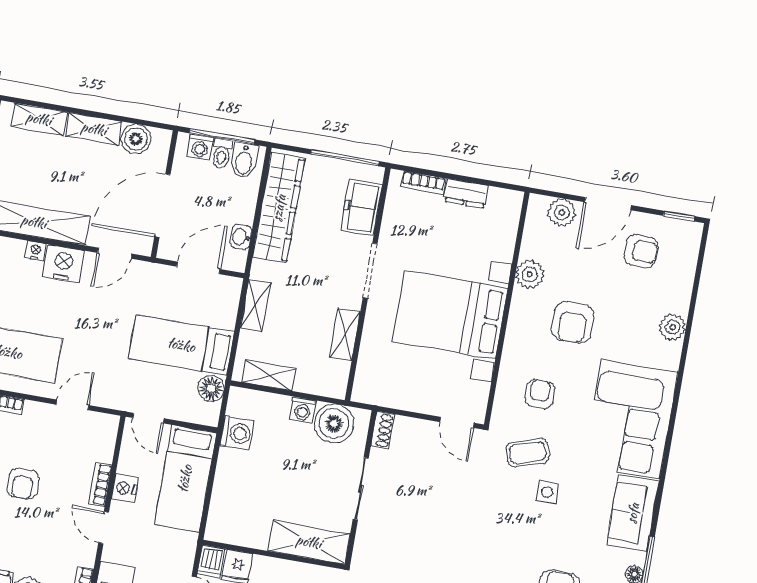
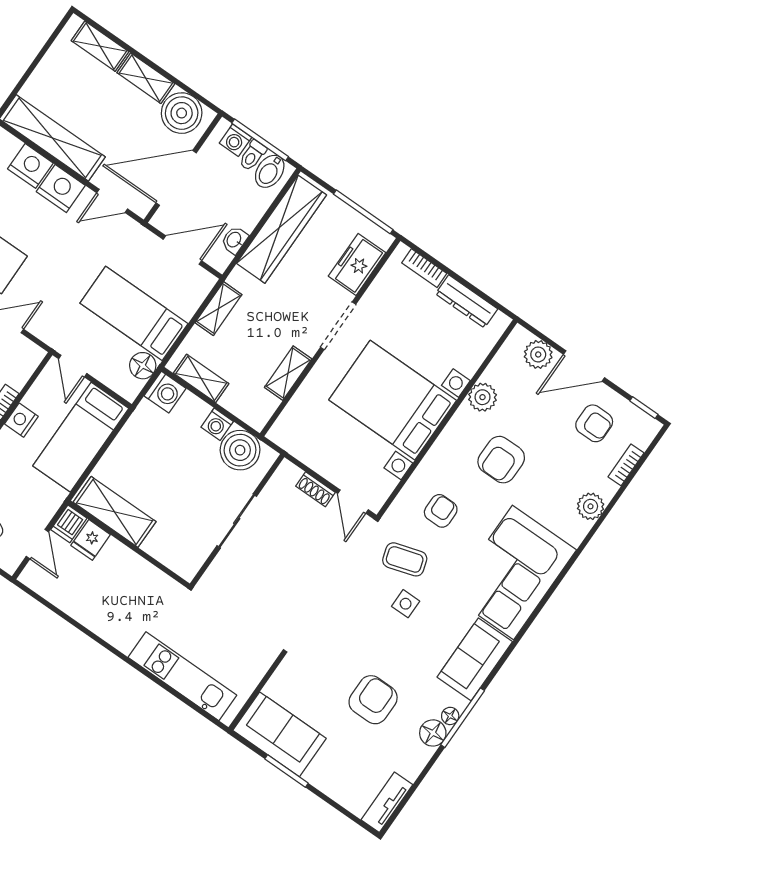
boiler: (136, 139) -> (182, 113), width x1.37, depth x1.37
dresser: (466, 193) -> (467, 301), width x1.44
nightstand: (36, 251) -> (30, 166), width x1.89, depth x1.79
bookcase: (687, 275) -> (626, 465), added
shoe rack: (382, 430) -> (315, 489), moved, turned 90
washing machine: (237, 433) -> (165, 392), moved
shelving: (309, 542) -> (115, 512), moved

